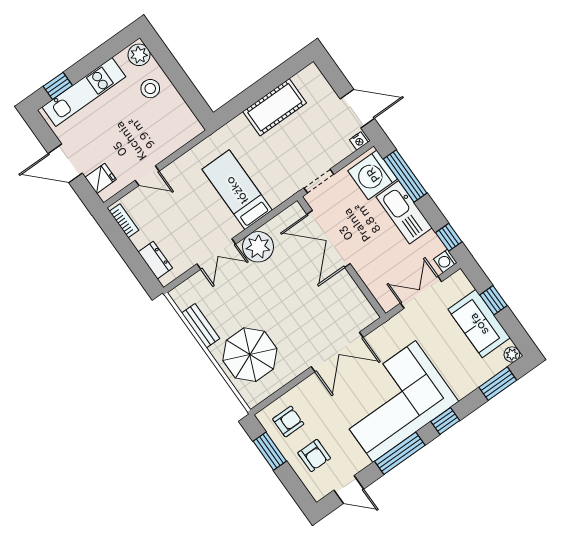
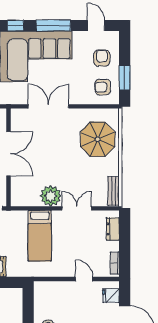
double door: (329, 239) -> (8, 154), moved
bench: (201, 326) -> (114, 191), moved

